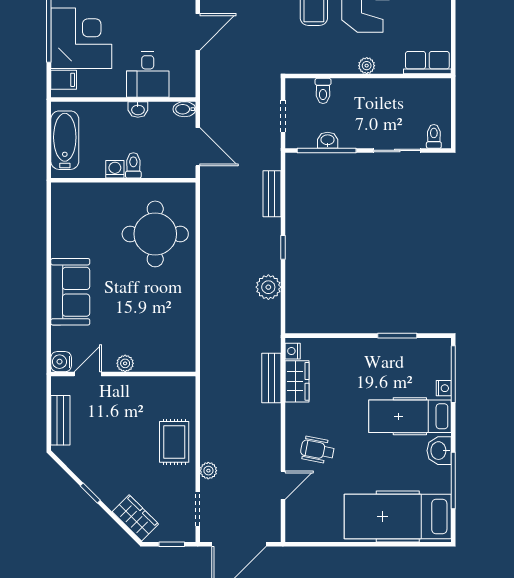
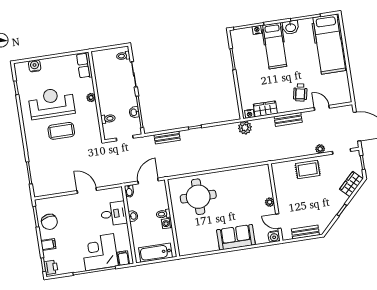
plant: (268, 287) -> (245, 128), moved
bench: (271, 378) -> (288, 119), moved

